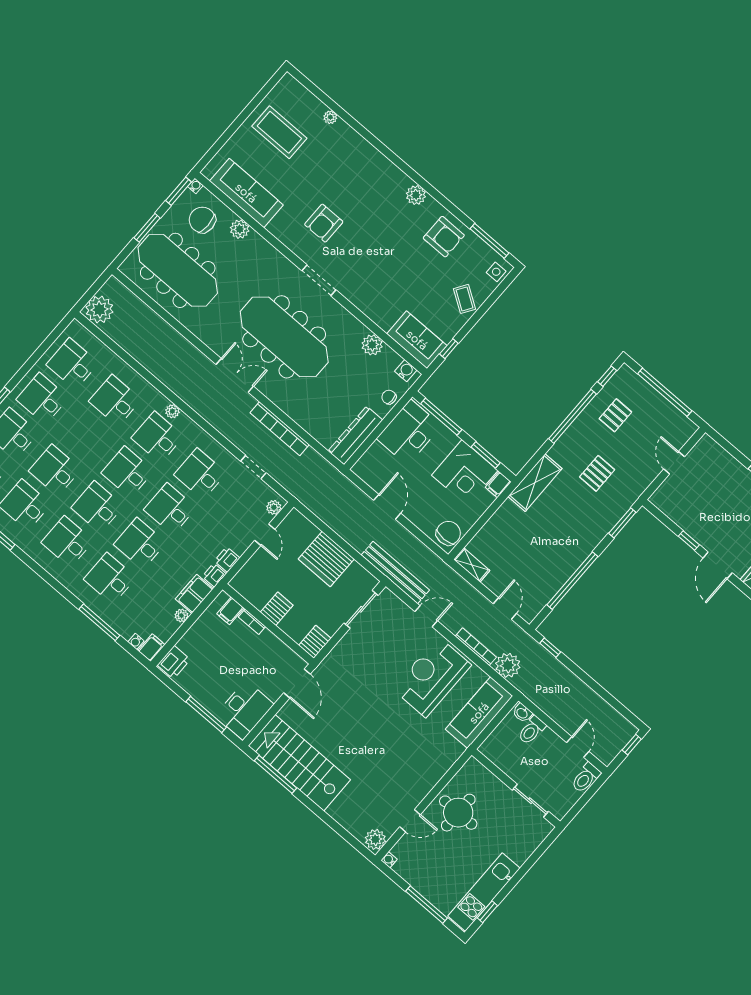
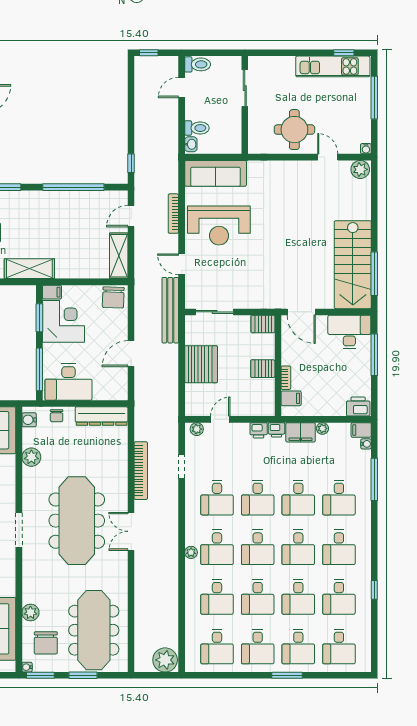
desk: (85, 435) -> (258, 597), added
chair: (448, 533) -> (113, 297), turned -88
shelving: (472, 565) -> (119, 256), width x1.50, depth x1.33
plant: (508, 665) -> (167, 181), removed
door: (297, 683) -> (301, 312), swing flipped

